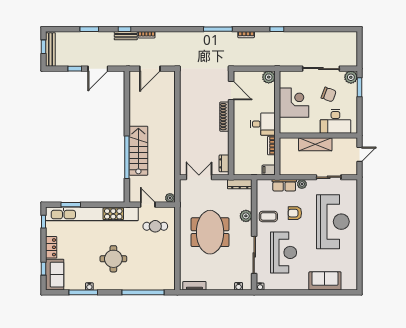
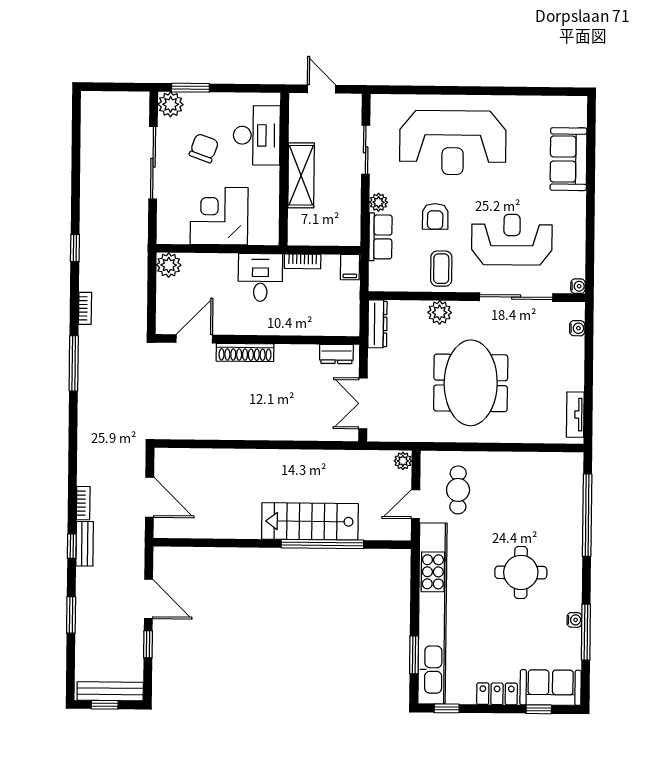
reception desk: (333, 222) -> (453, 143), turned 180
meeting table: (210, 232) -> (471, 383), turned 90

